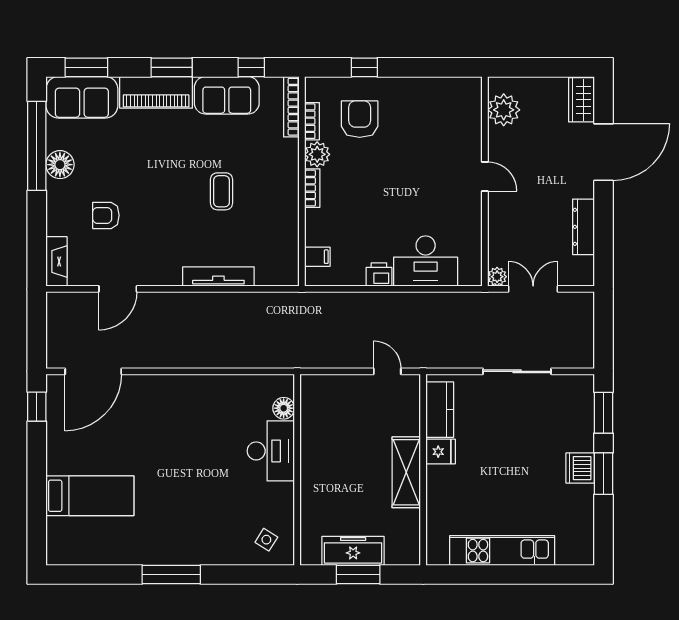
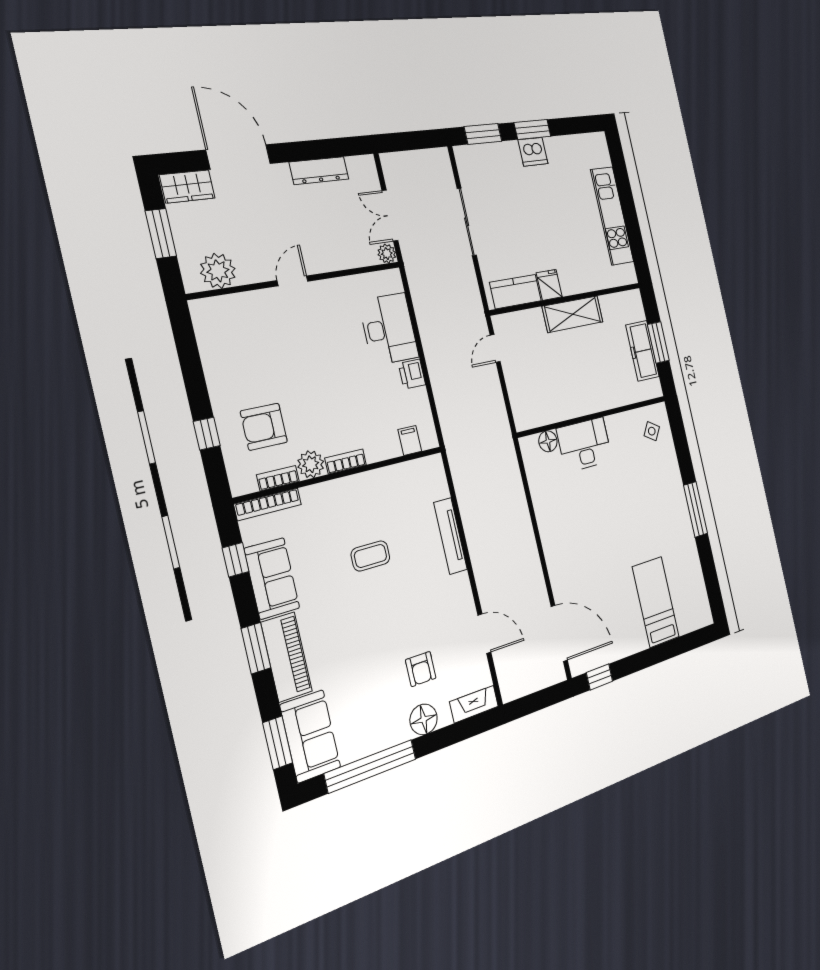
window: (543, 67) -> (161, 233), added
floor lamp: (60, 165) -> (424, 719), moved

